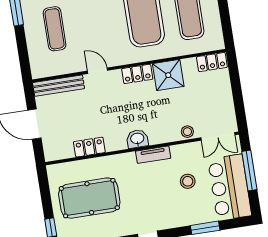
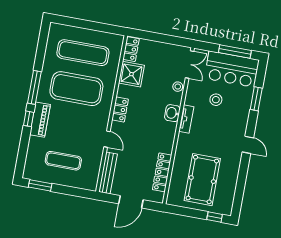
door: (97, 71) -> (107, 139), swing flipped
shower: (168, 75) -> (131, 74), moved
washbasin: (137, 139) -> (172, 113), moved
locker: (89, 147) -> (162, 172), width x1.53
window: (249, 170) -> (235, 51), moved

